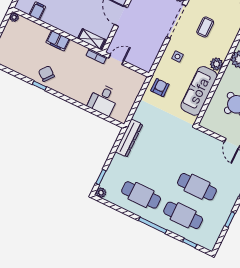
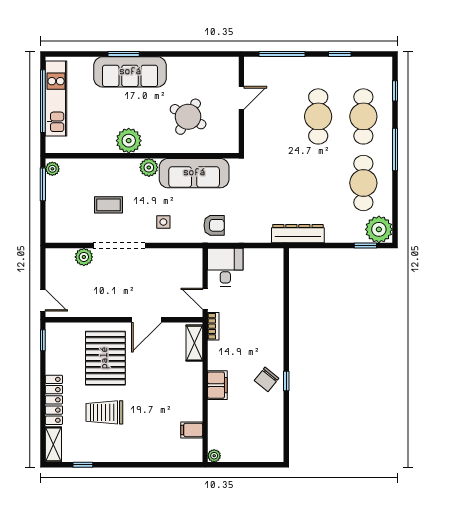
armchair: (160, 88) -> (214, 225), turned 180
desk: (103, 100) -> (225, 267), moved, turned -90
plant: (101, 193) -> (379, 229), width x1.88, depth x1.88

